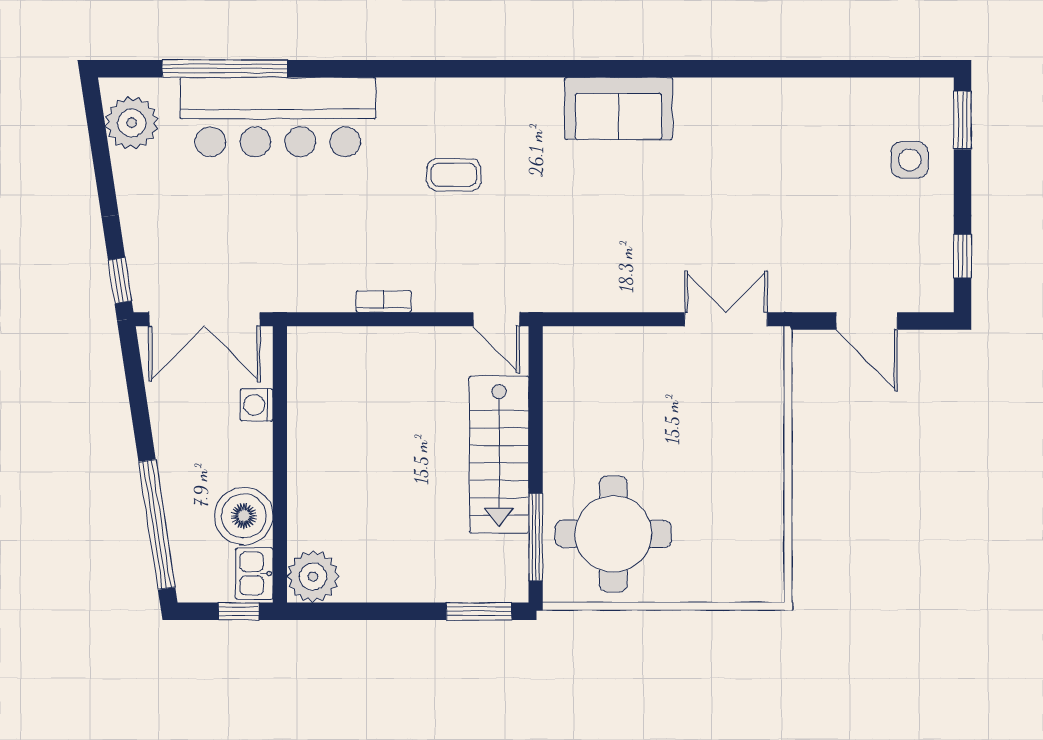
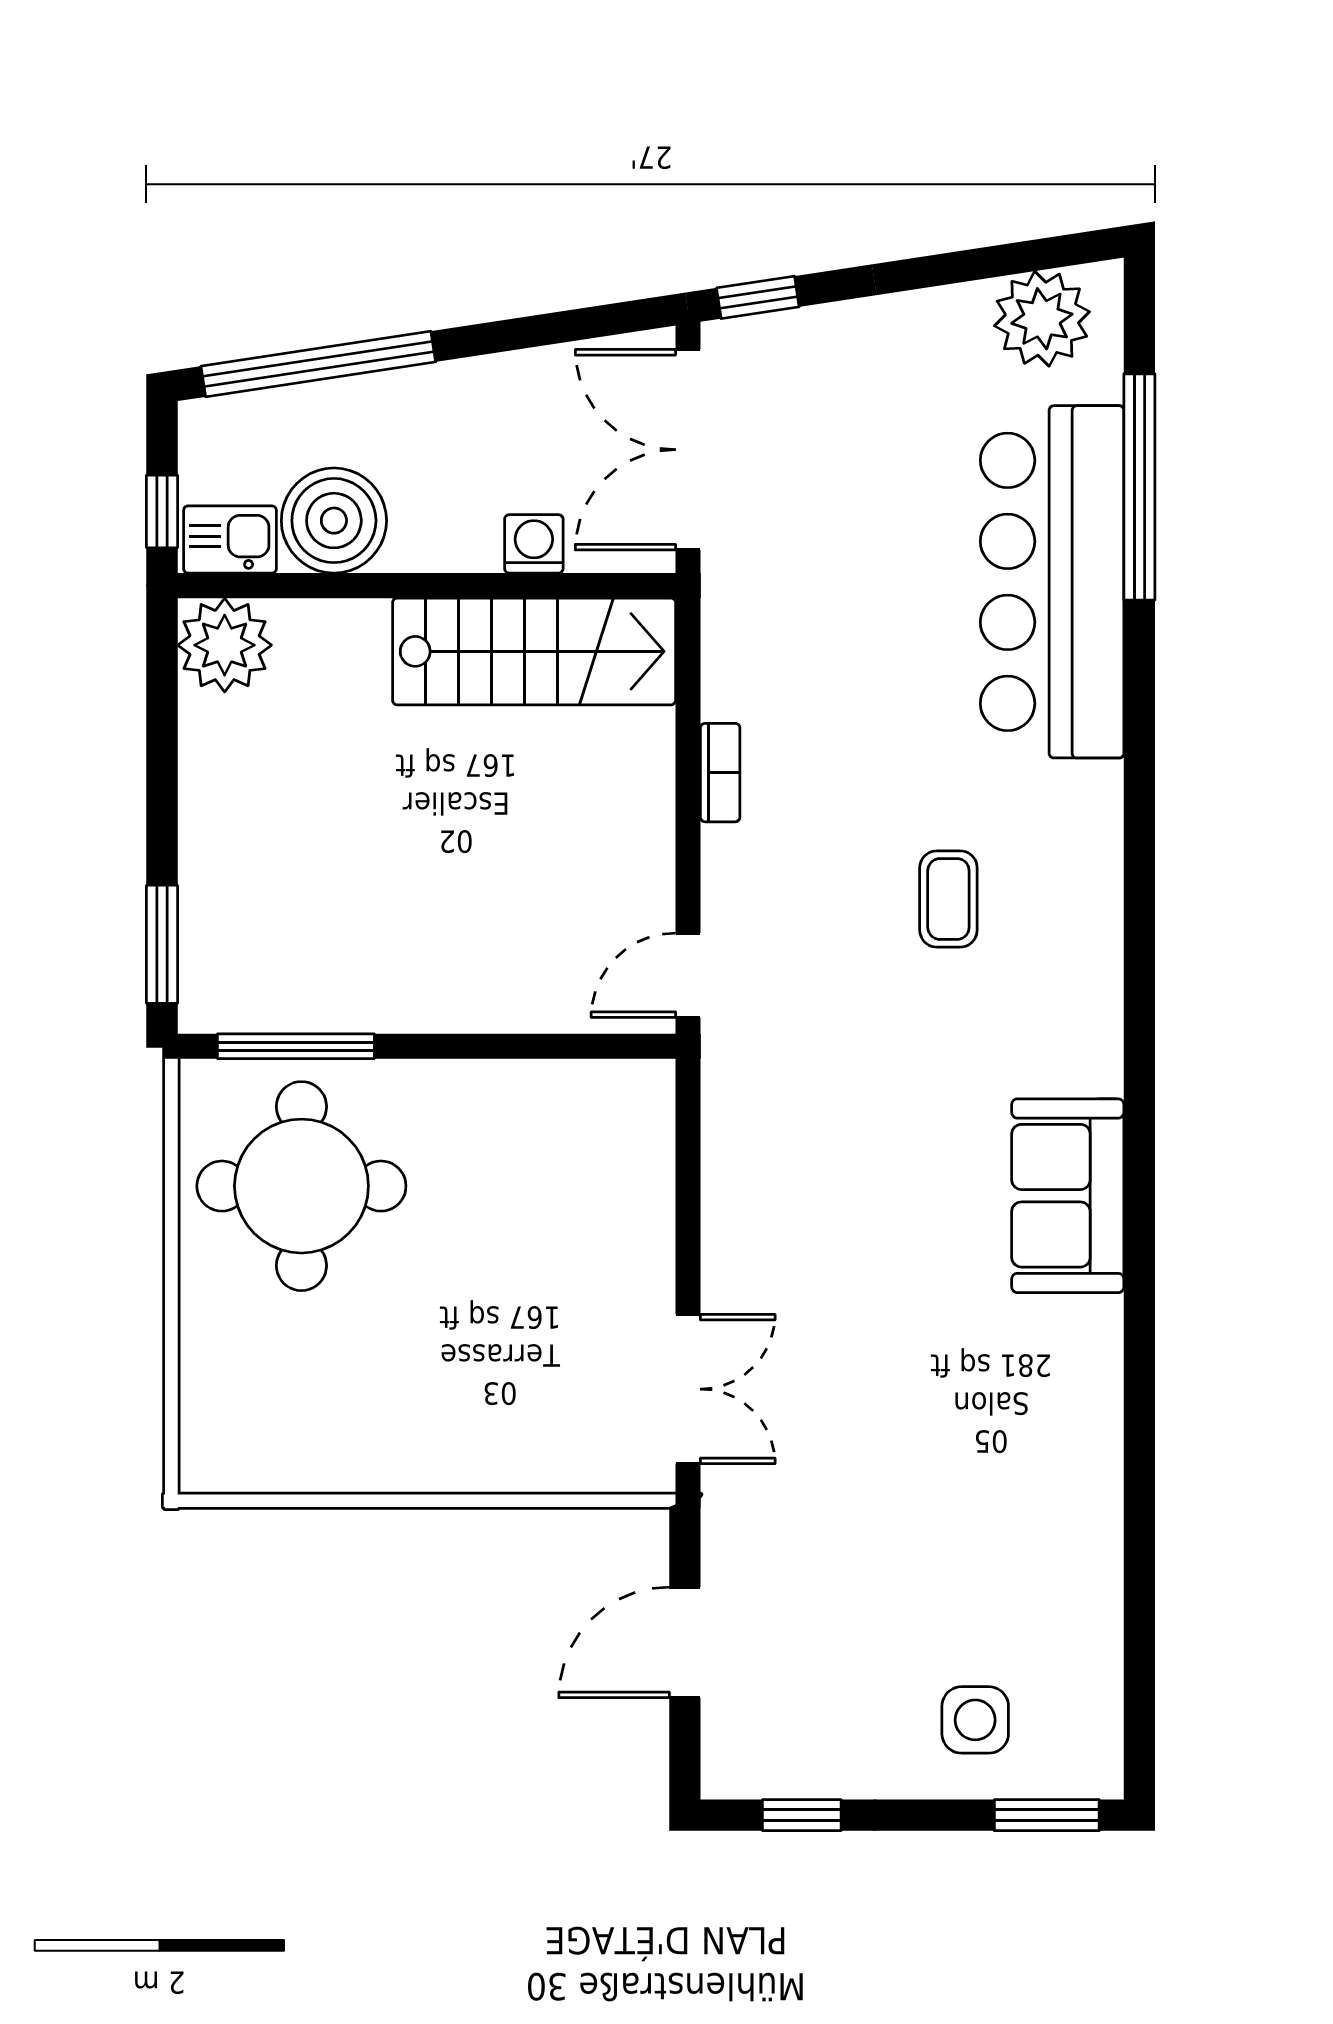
stairs: (499, 454) -> (534, 651), moved, turned 180

